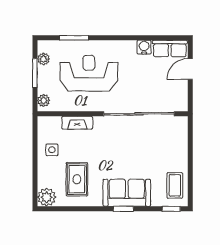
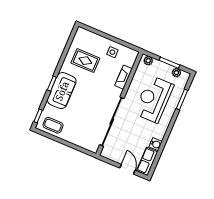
reception desk: (89, 73) -> (154, 99), turned 180
plant: (47, 197) -> (82, 35), removed

